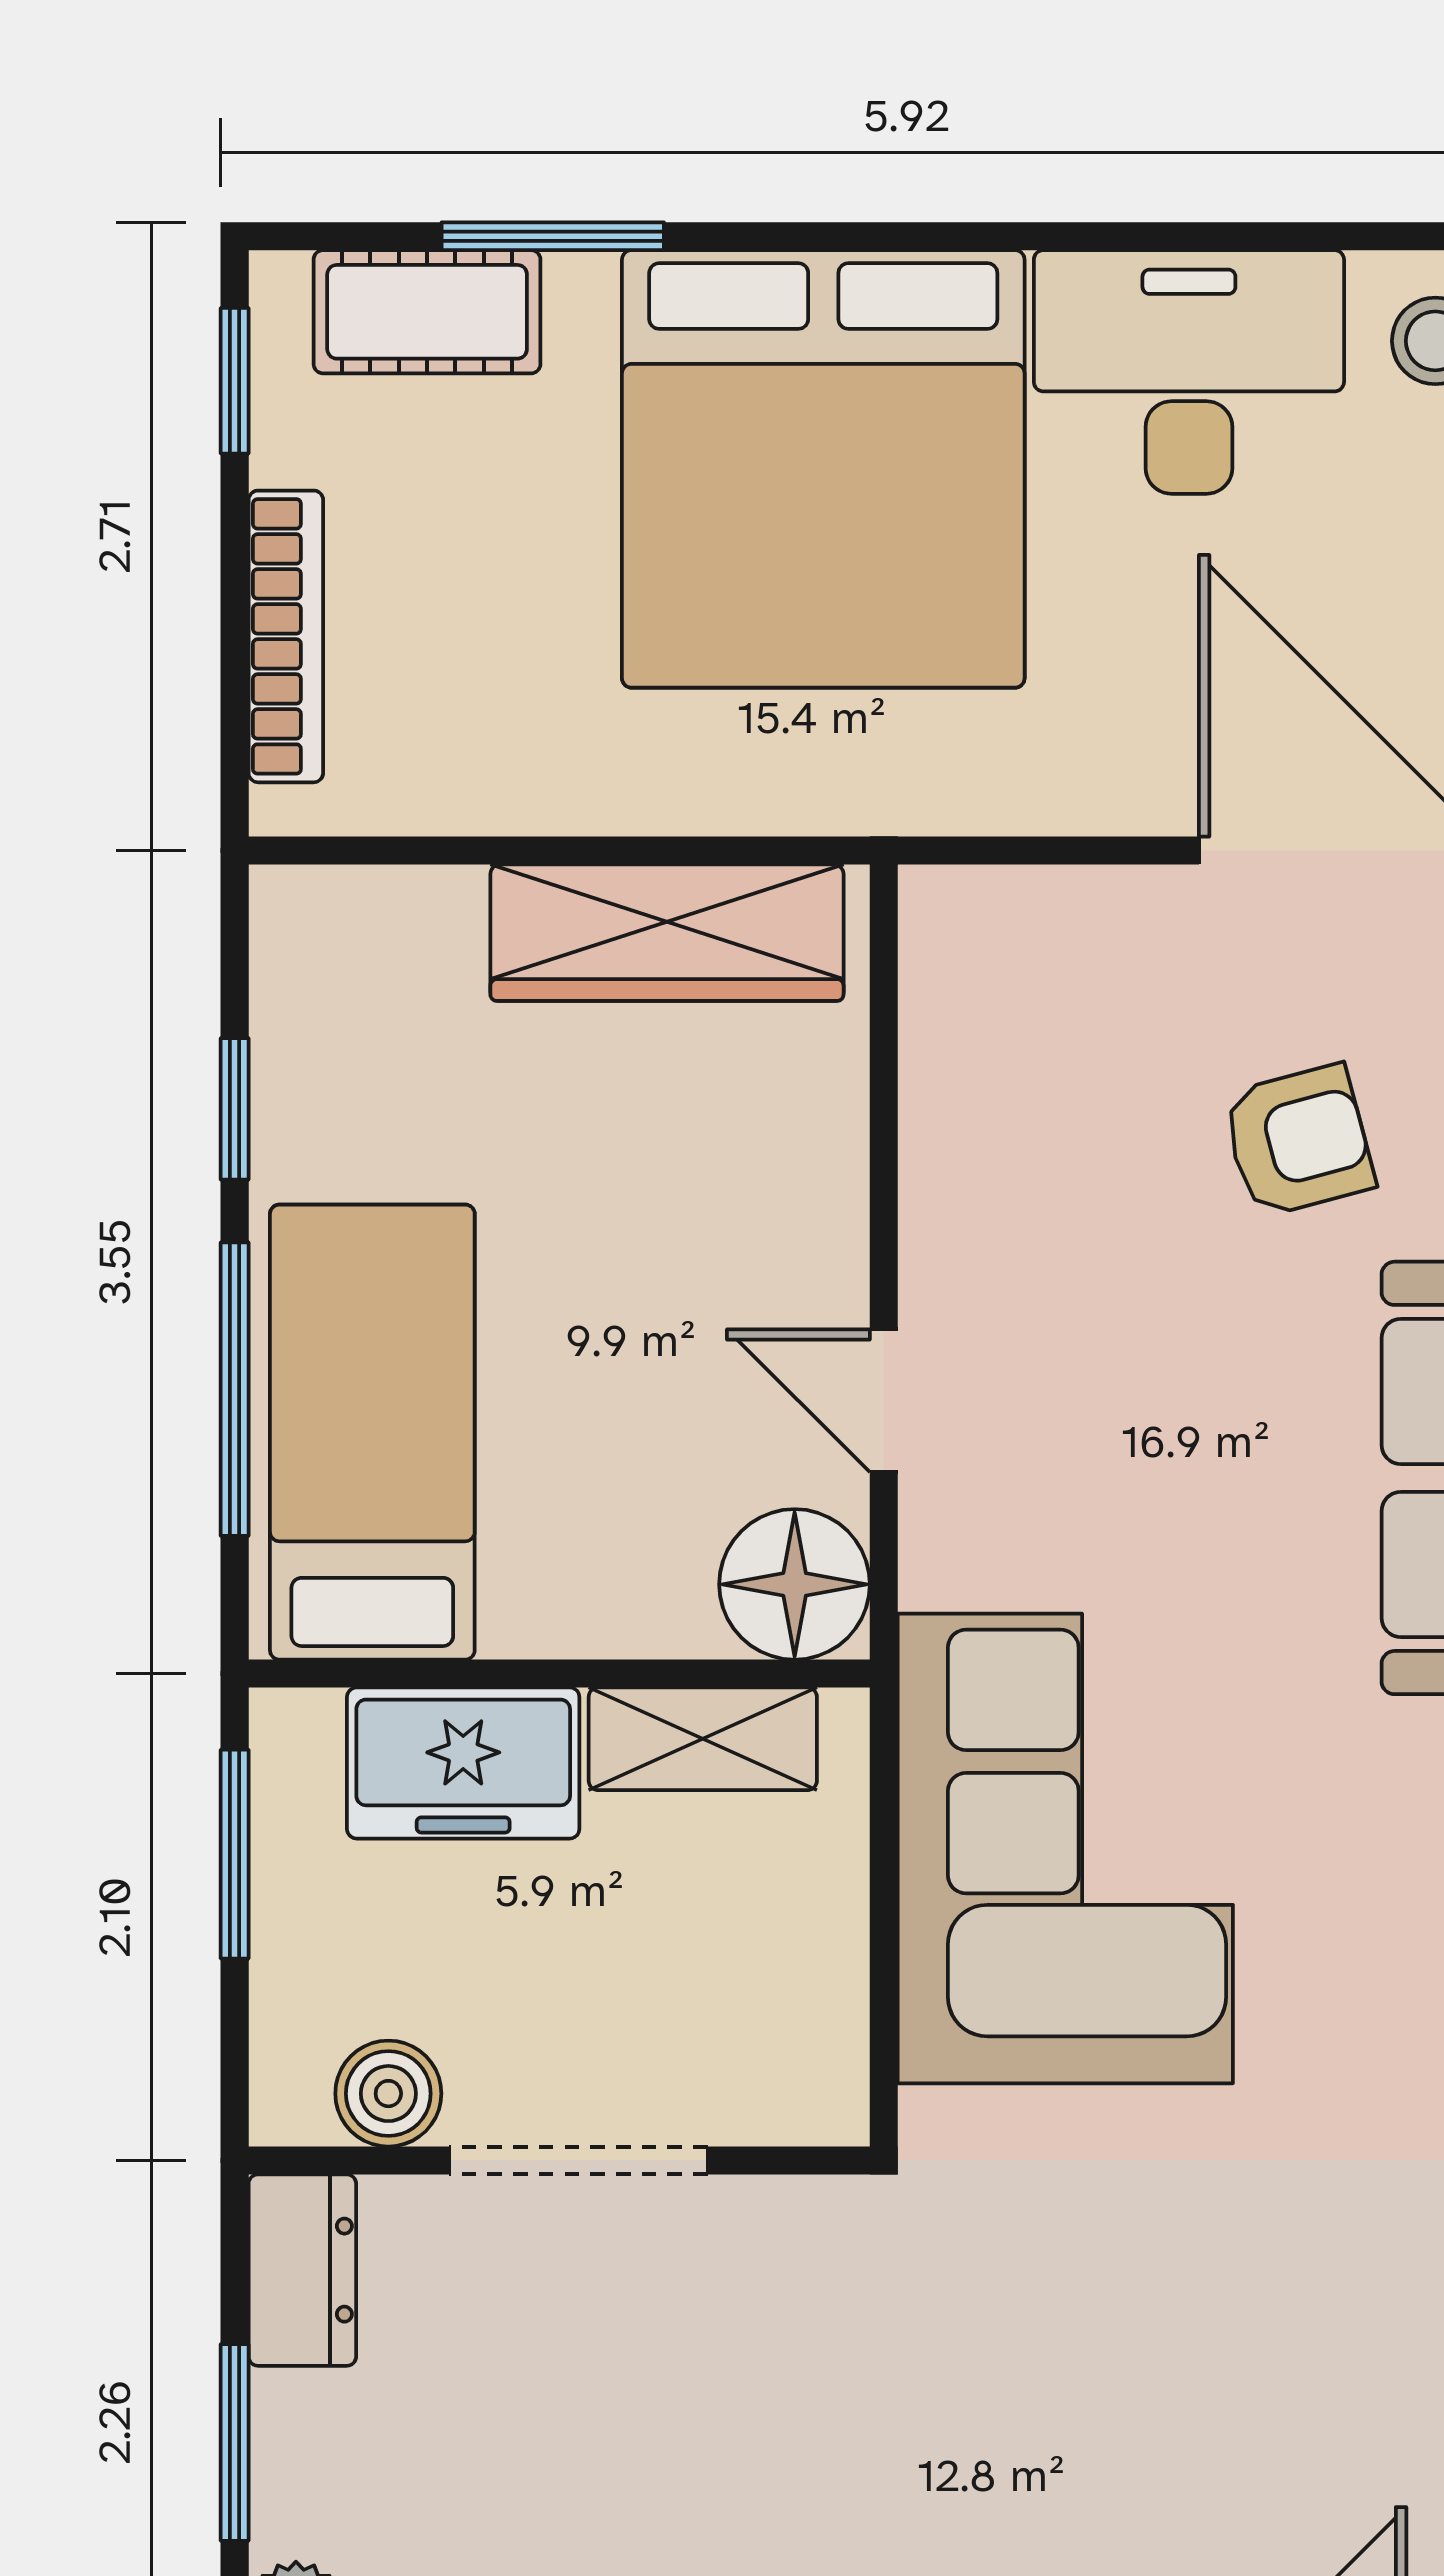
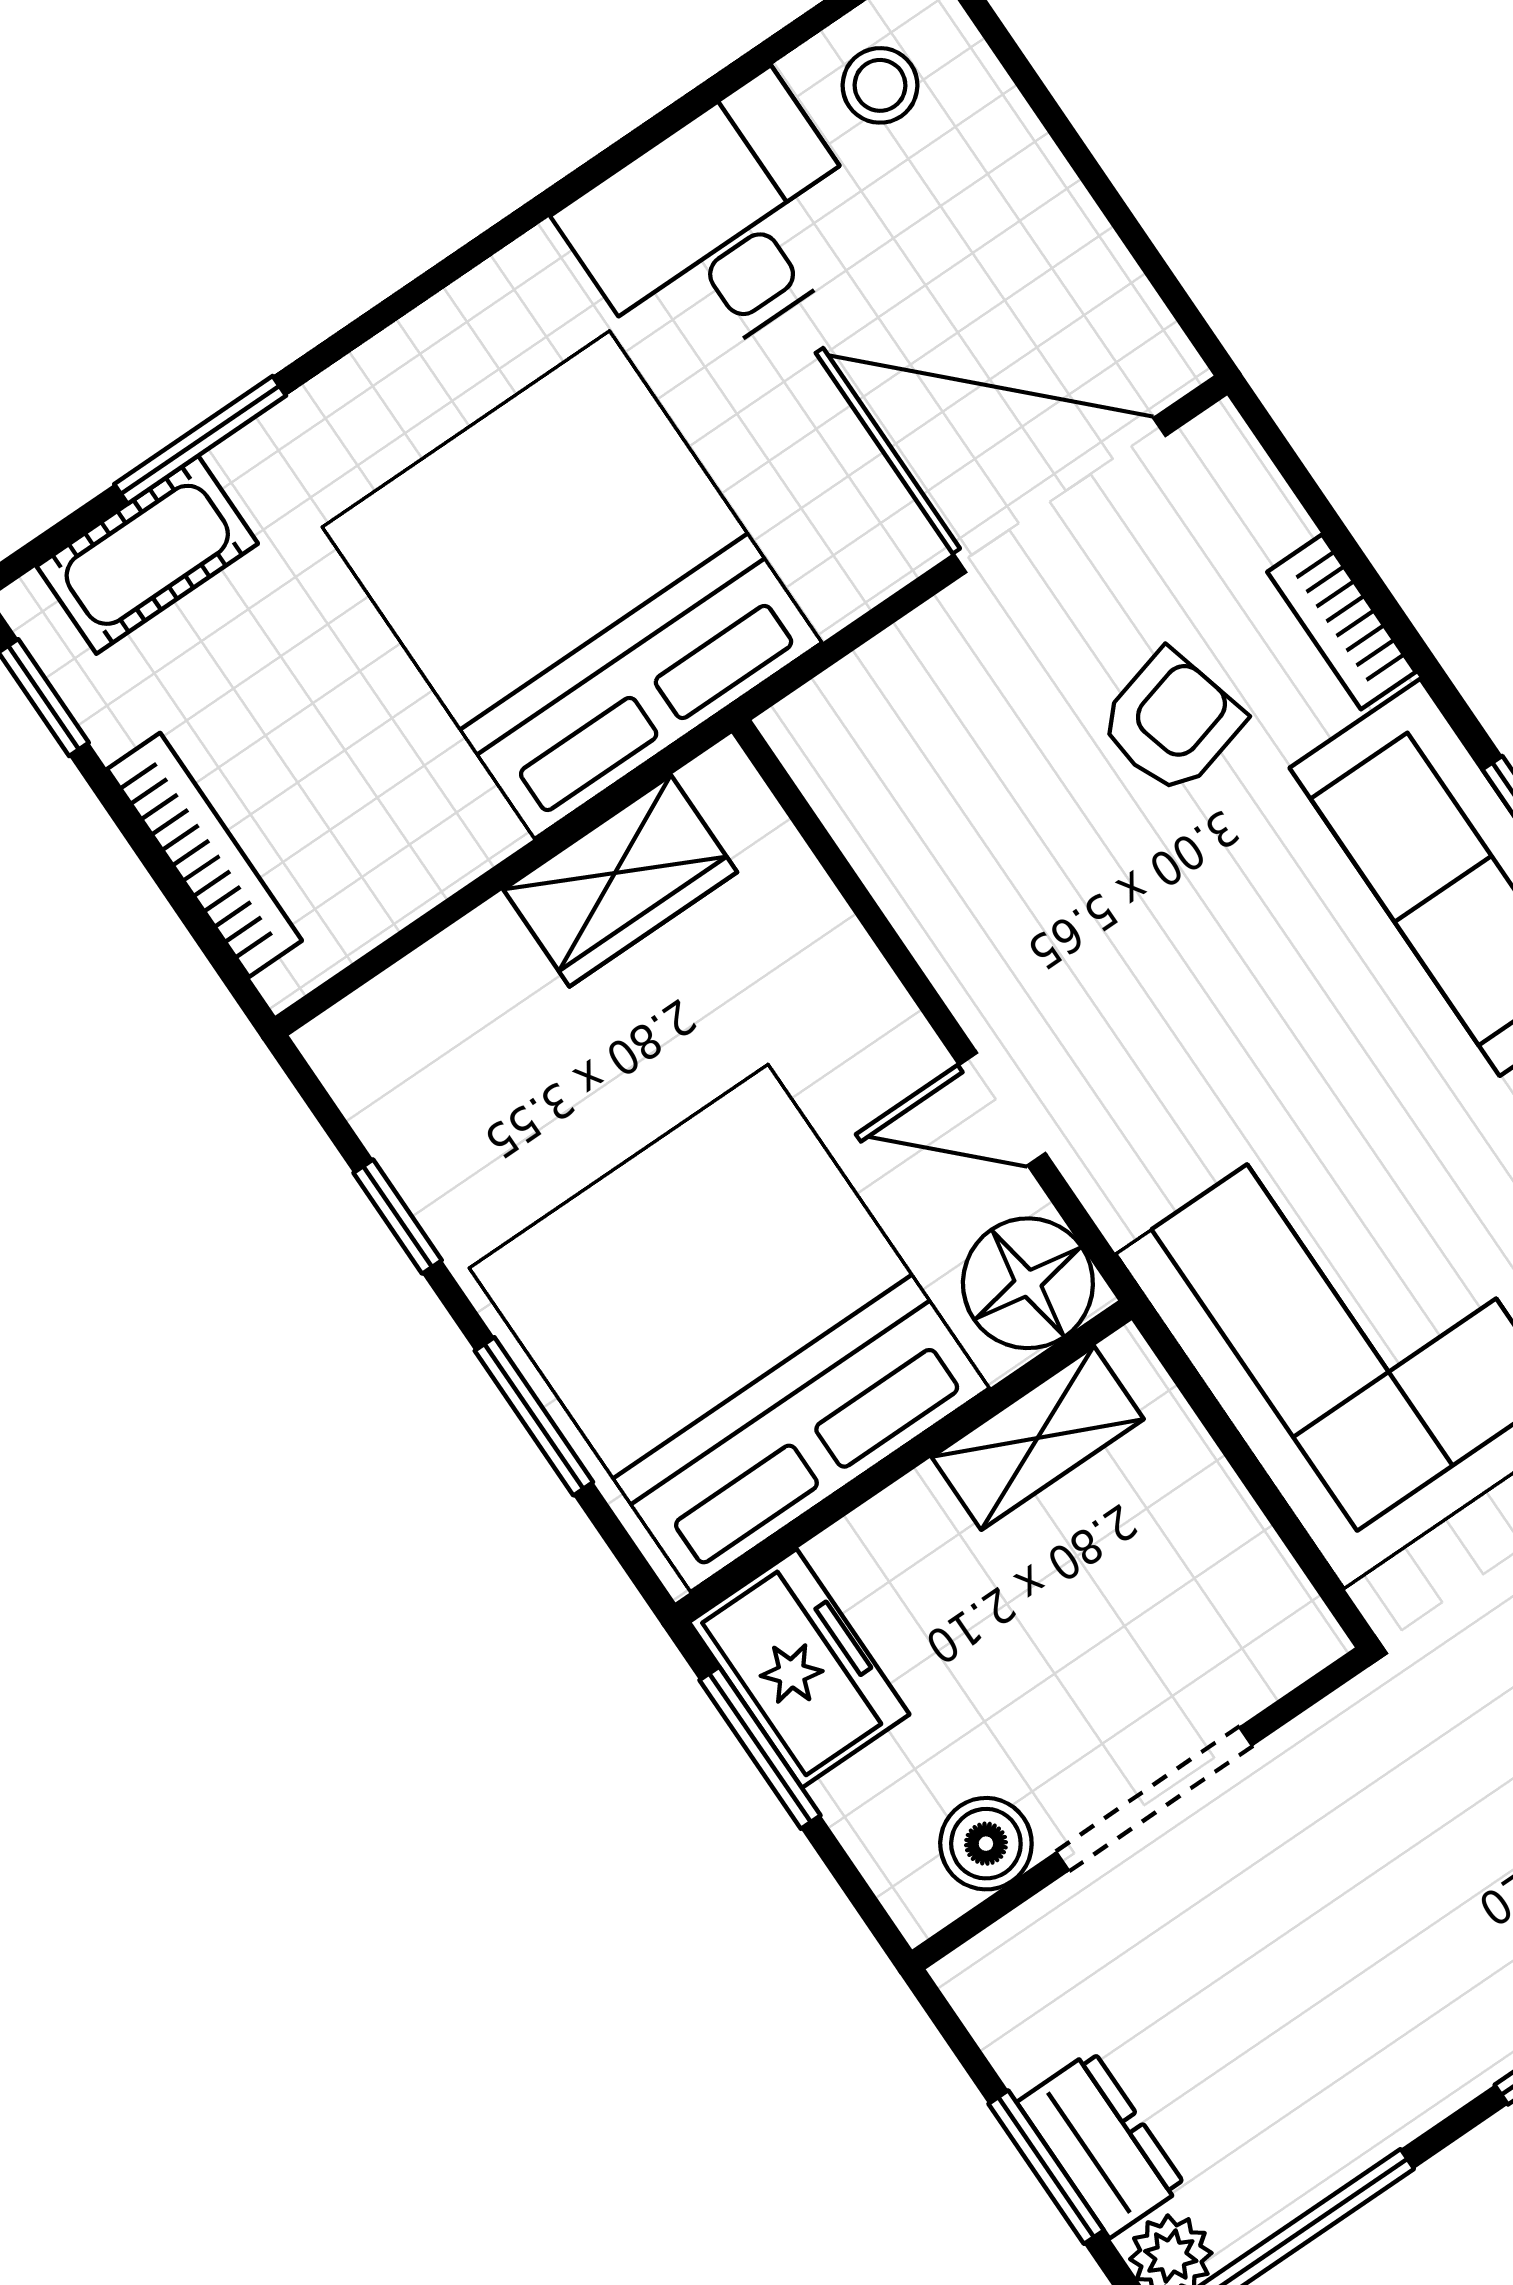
bed: (823, 469) -> (572, 585), moved, turned 180
wardrobe: (667, 933) -> (620, 881), width x0.67
window: (235, 1389) -> (534, 1416), width x0.69
bed: (372, 1432) -> (729, 1328), width x2.04
freezer: (463, 1763) -> (799, 1668), moved, turned -90
dresser: (302, 2270) -> (1101, 2144), moved

